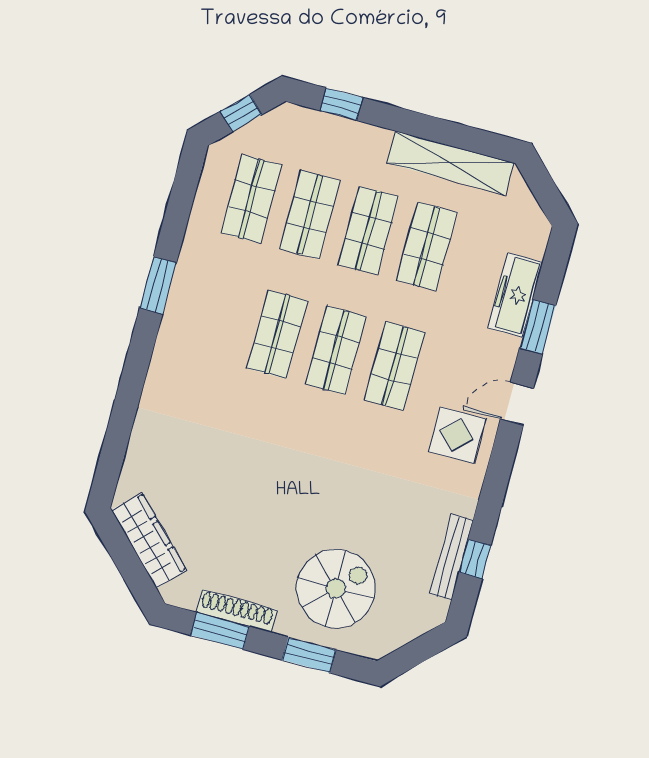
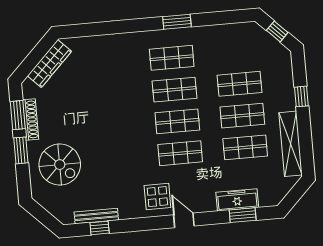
window: (341, 104) -> (301, 96), moved
shop shelf: (251, 199) -> (172, 58), moved
window: (538, 327) -> (243, 215), moved
window: (309, 655) -> (21, 150), moved

